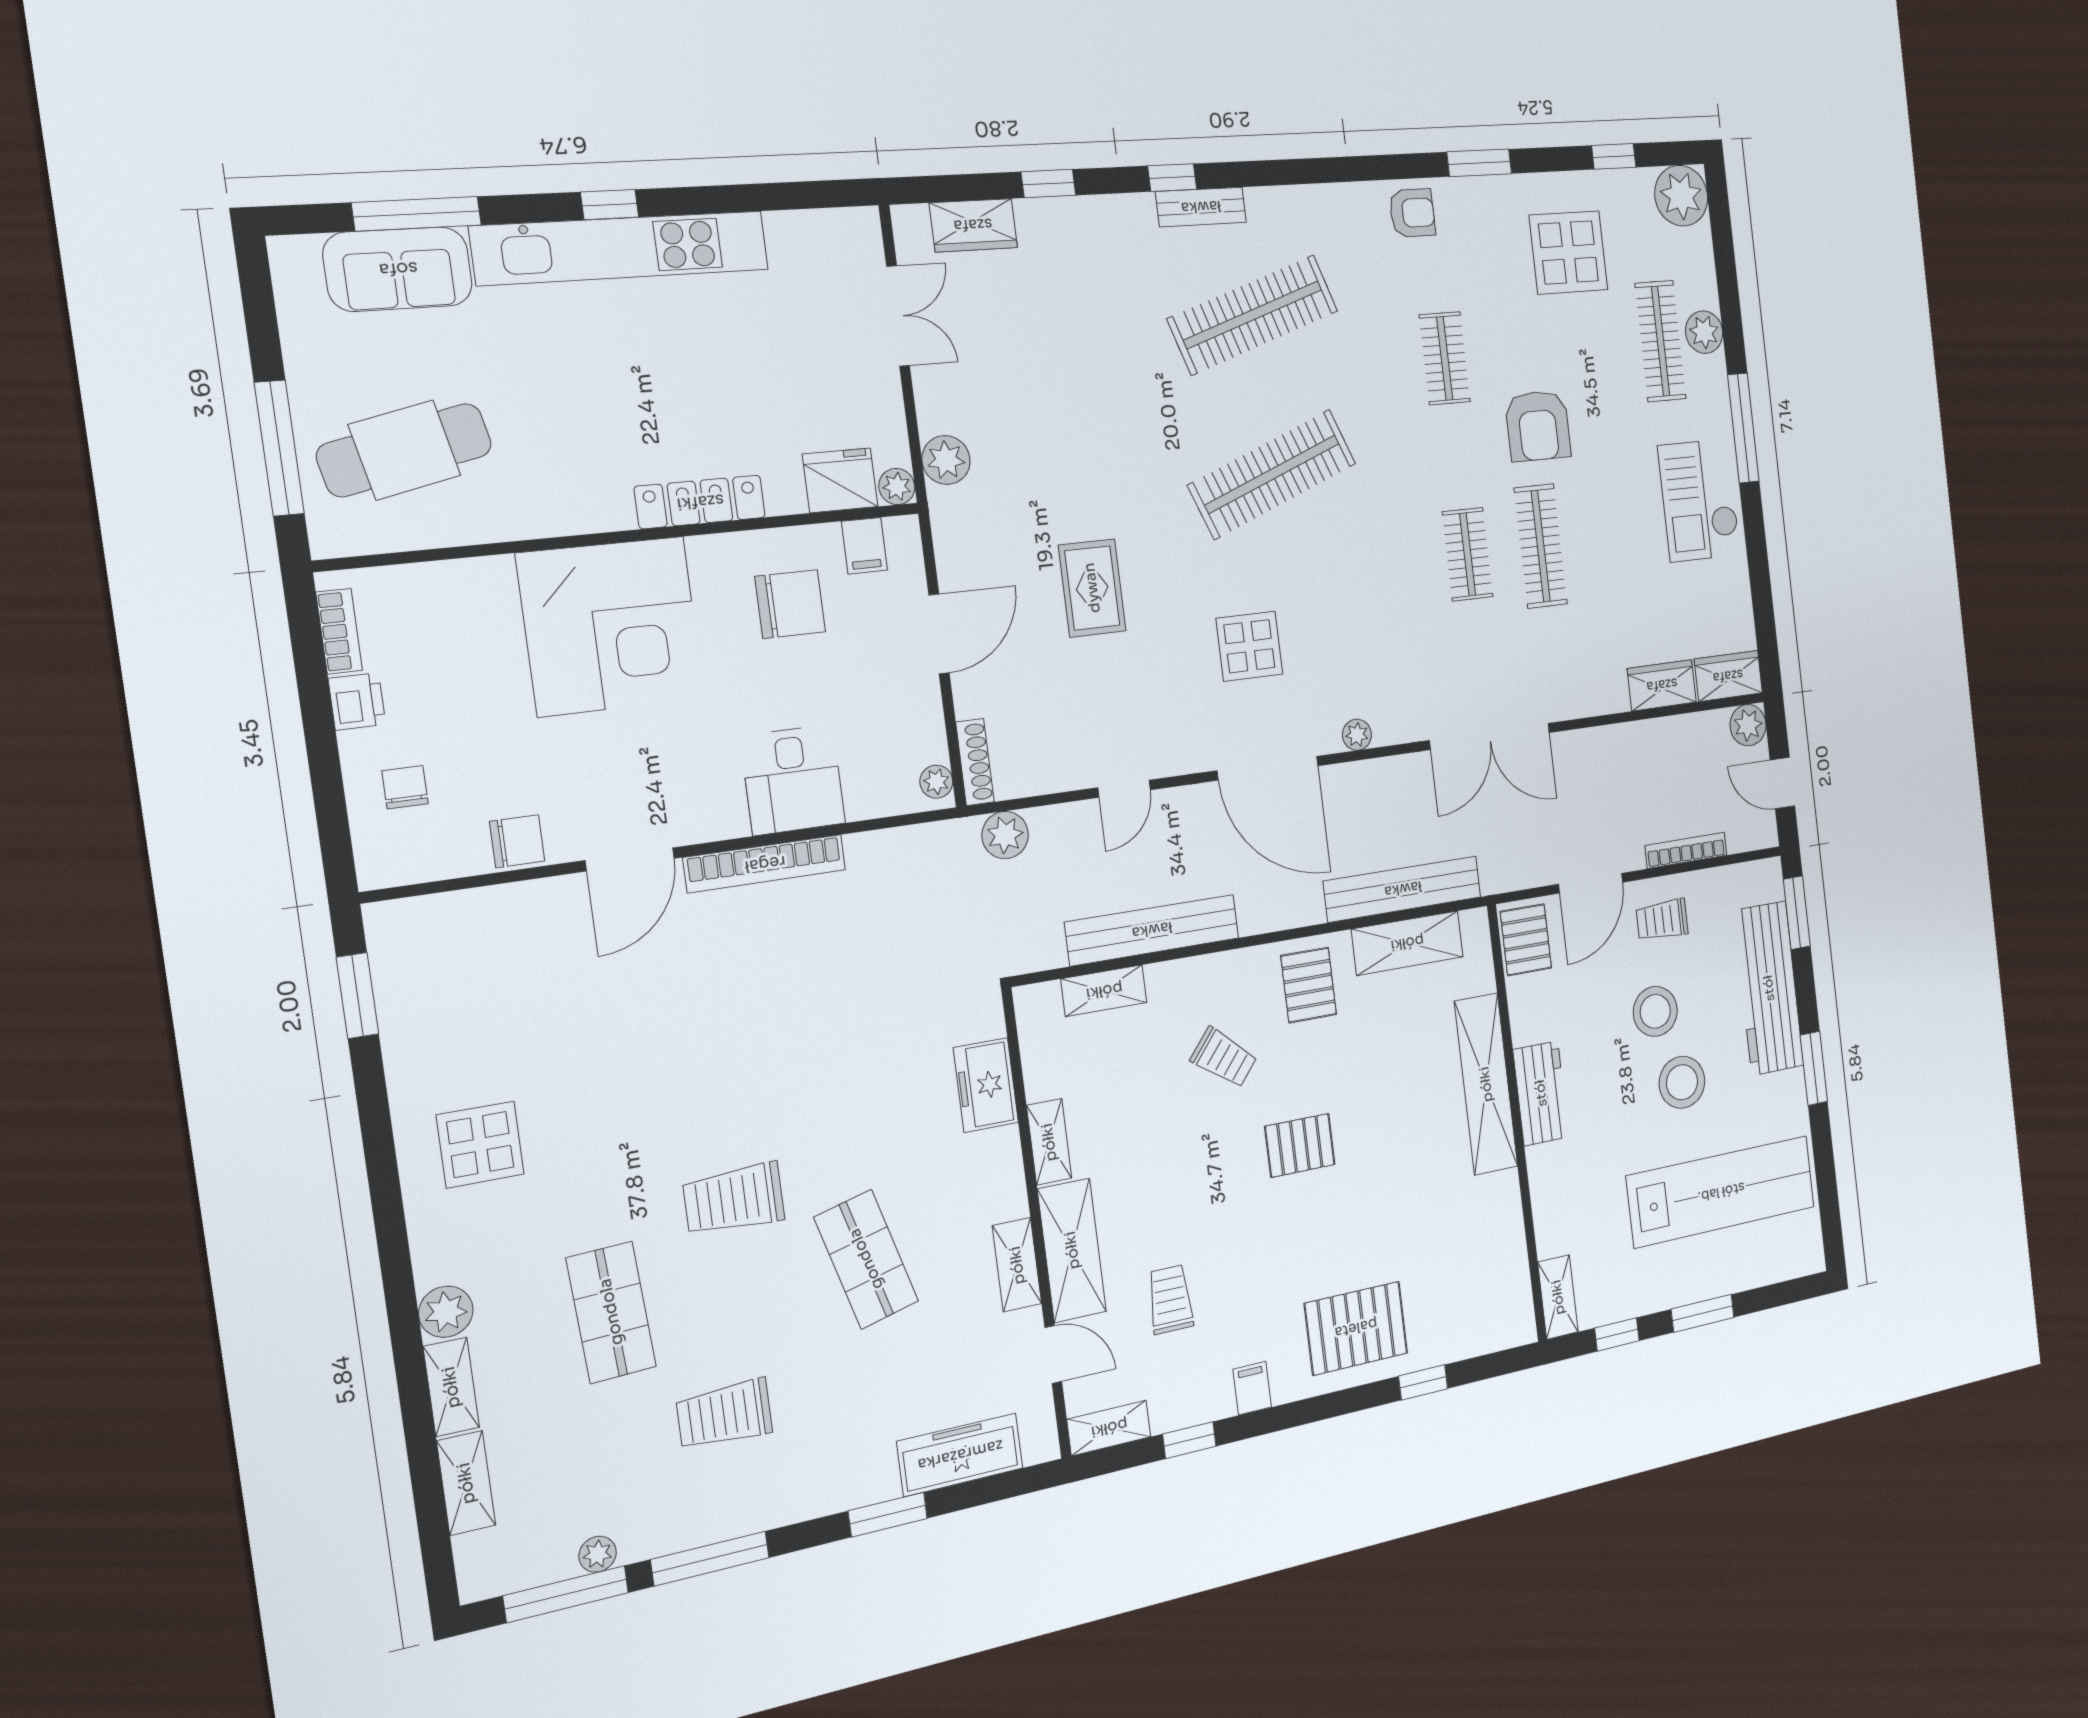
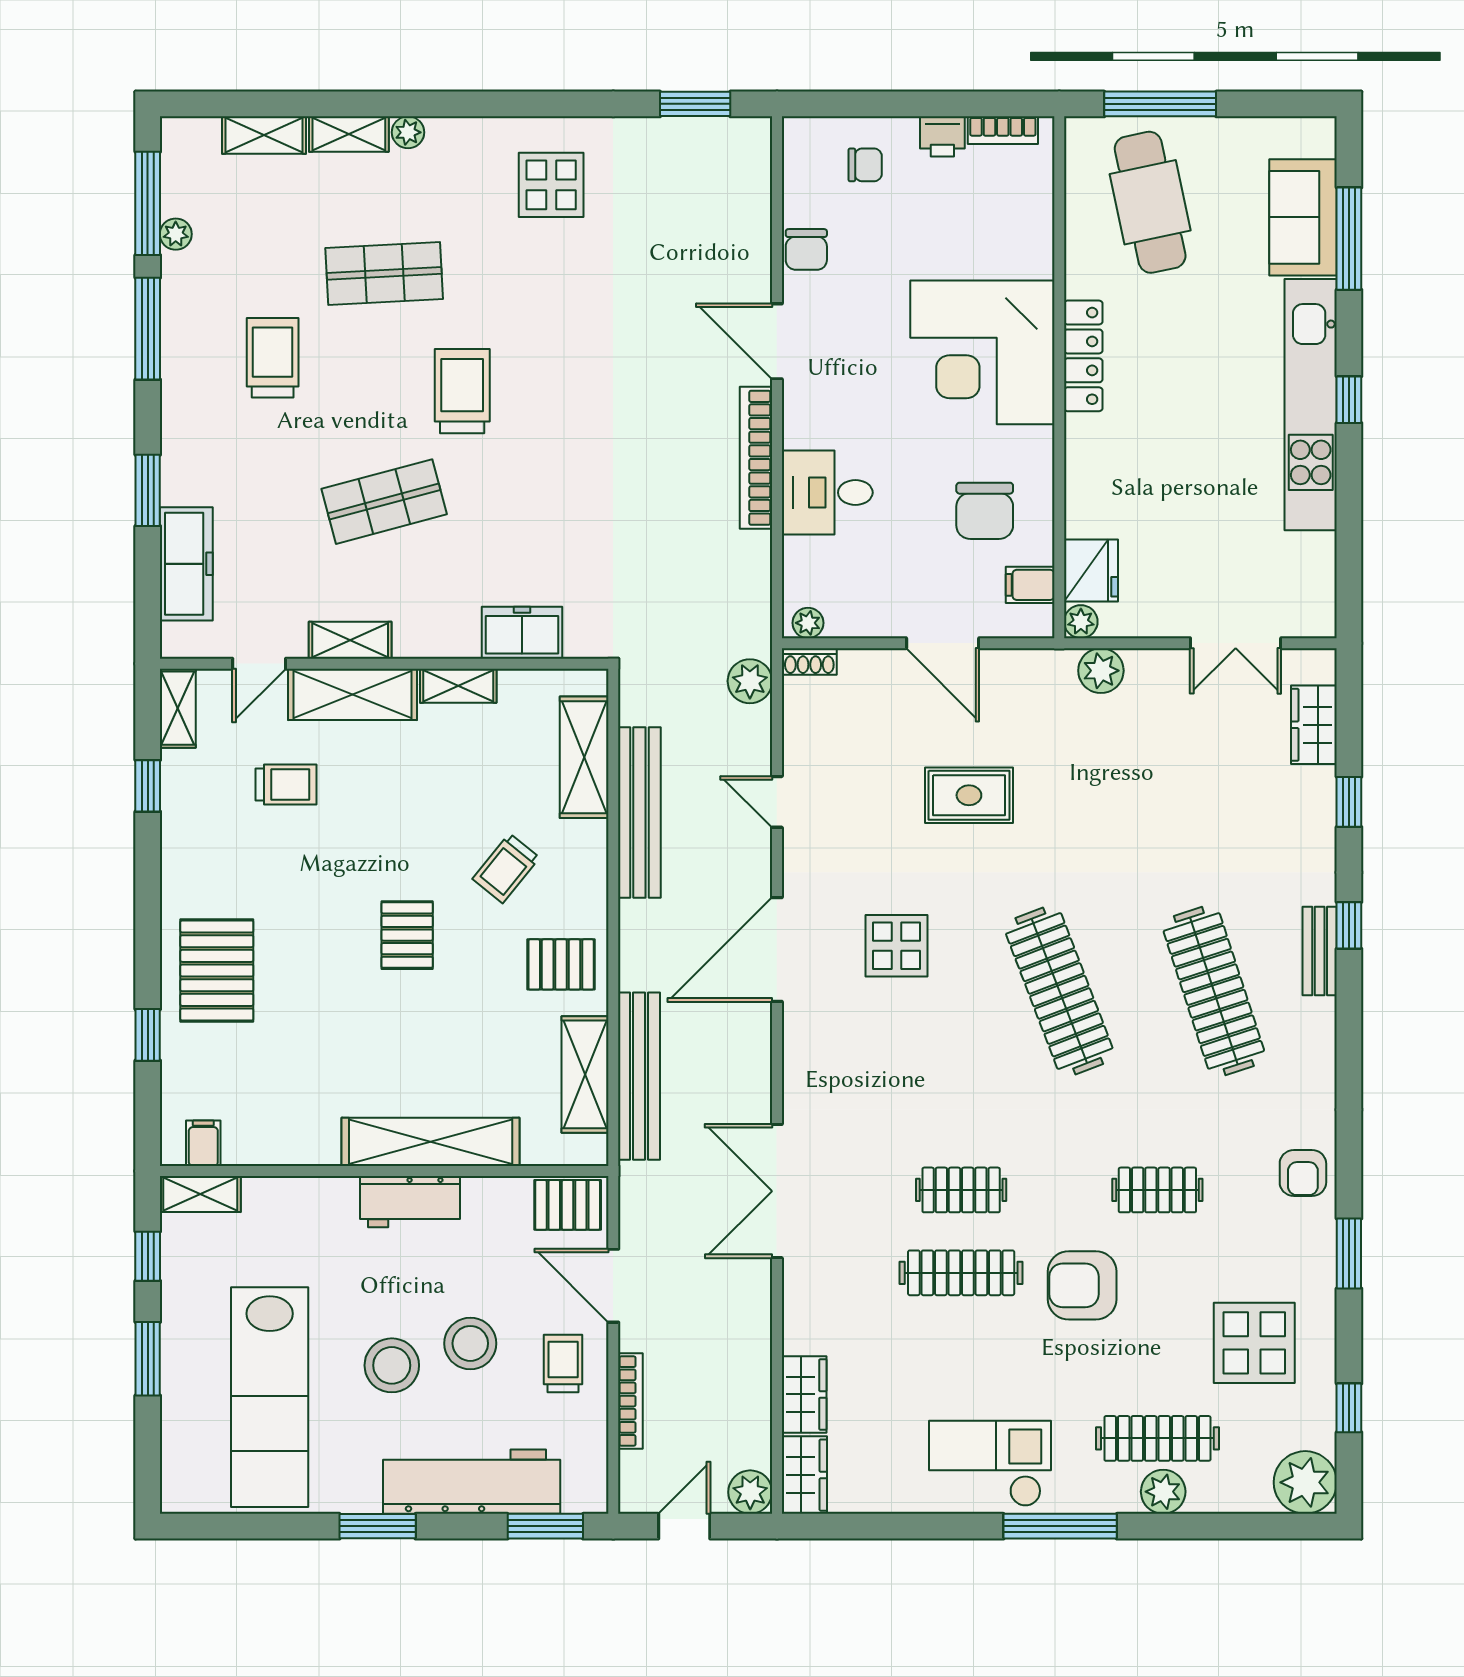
locker: (700, 502) -> (1083, 356), moved
plant: (1357, 735) -> (797, 1047), removed
shoe rack: (975, 762) -> (809, 661), width x0.70
shelving: (1104, 991) -> (584, 757), width x1.50, depth x1.33
plant: (446, 1312) -> (408, 132), width x0.73, depth x0.73
filing cabinet: (1252, 1388) -> (203, 1143), moved, turned -90

